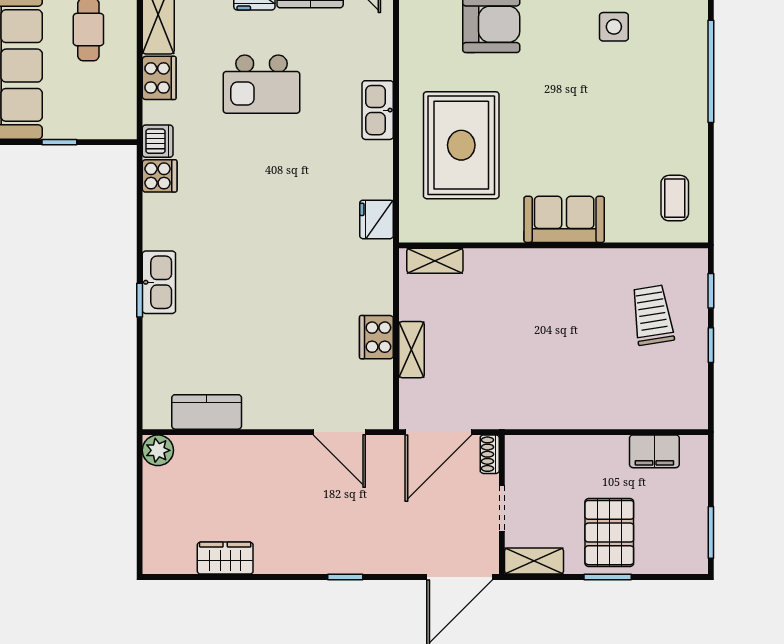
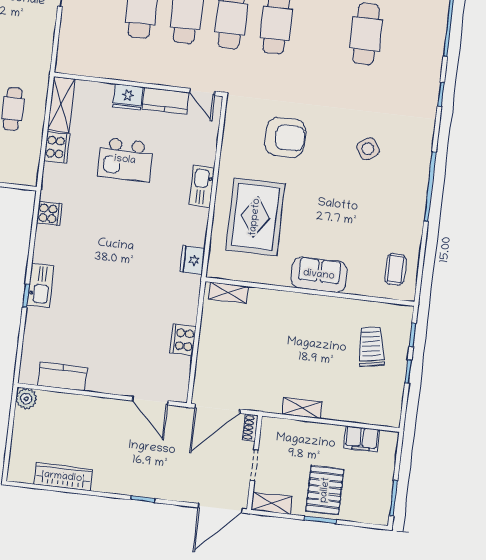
side table: (614, 27) -> (368, 149), turned -35
dishwasher: (158, 141) -> (51, 190), removed
shelving: (411, 350) -> (302, 408), moved, turned 90
wardrobe: (225, 558) -> (63, 477), width x1.50

